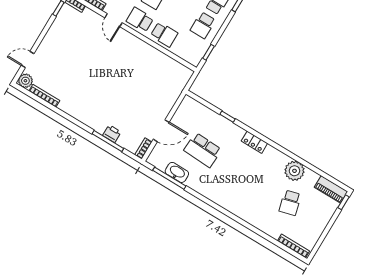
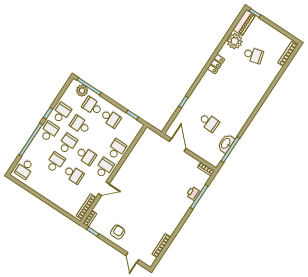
school desk: (140, 20) -> (104, 168), turned 180
armchair: (59, 40) -> (118, 232), added
plant: (25, 81) -> (149, 260), removed
door: (161, 131) -> (178, 145), moved
locker: (254, 142) -> (216, 64), moved
school desk: (203, 150) -> (209, 122), width x0.54
plant: (294, 171) -> (235, 41), moved

